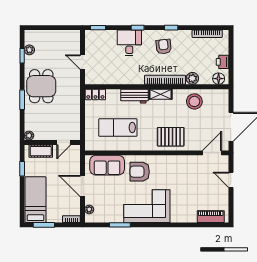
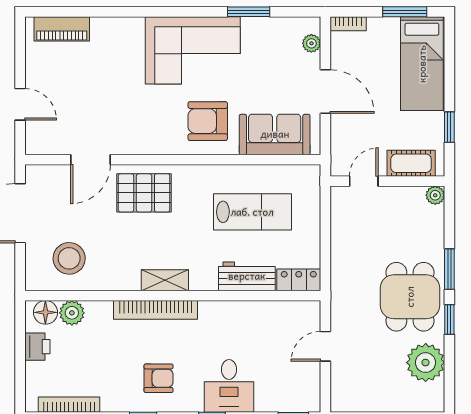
armchair: (164, 47) -> (159, 378), turned -84
plant: (29, 50) -> (426, 363), width x1.88, depth x1.88
window: (22, 56) -> (449, 320), moved
door: (82, 62) -> (325, 346), swing flipped
plant: (192, 78) -> (72, 313), moved
workbench: (134, 96) -> (247, 276), moved
stool: (194, 101) -> (69, 258), moved
door: (212, 153) -> (91, 160), moved
armchair: (140, 172) -> (208, 121), turned 180

